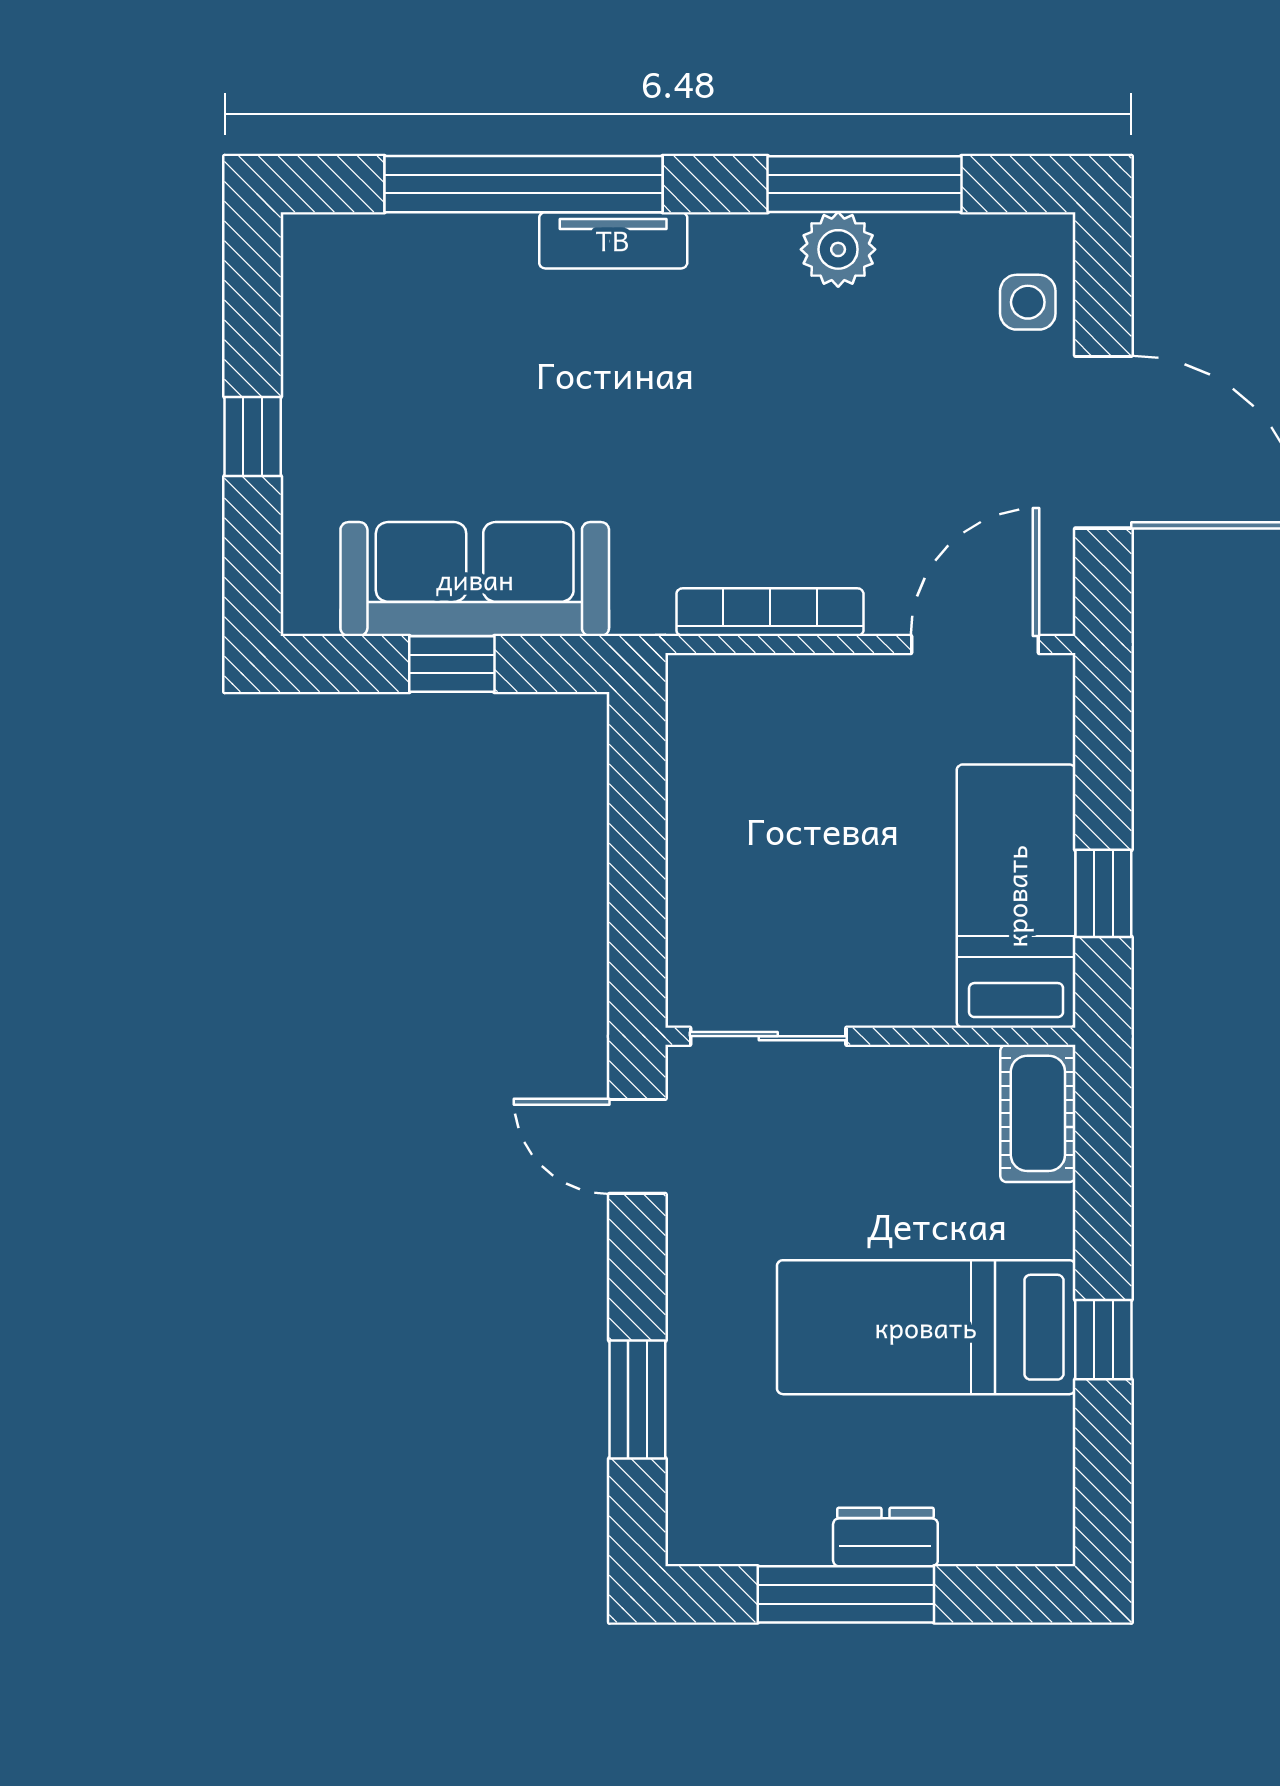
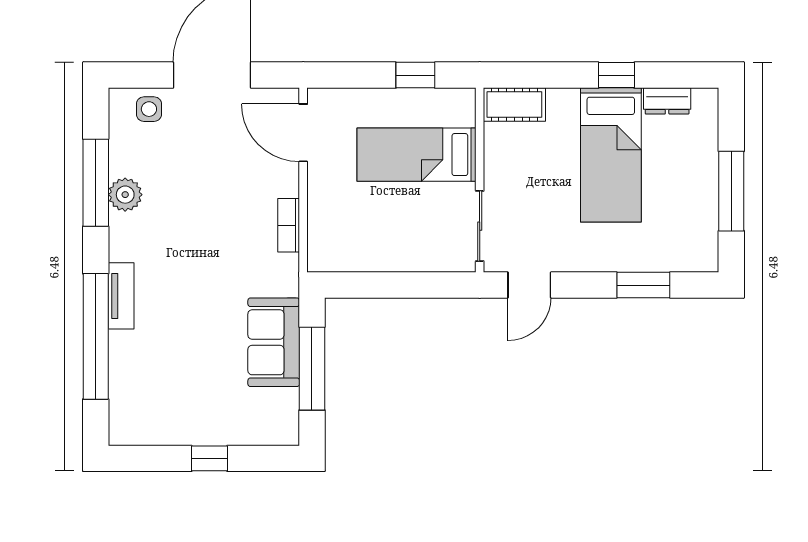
sofa: (475, 579) -> (274, 342), width x0.73
bookcase: (770, 612) -> (289, 225), width x0.64
window: (452, 664) -> (312, 369), width x2.17
bed: (1016, 896) -> (417, 155), moved
dresser: (885, 1537) -> (667, 101), moved, turned -90

